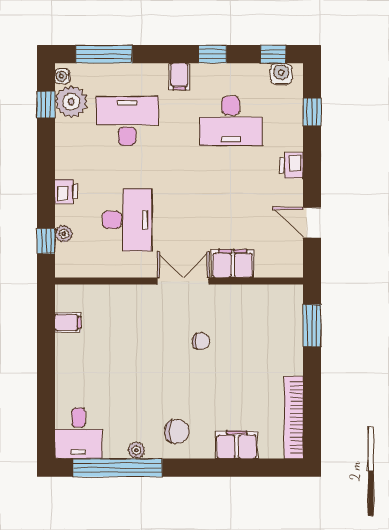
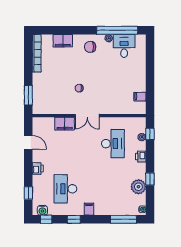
plant: (71, 102) -> (138, 187), moved
window: (46, 105) -> (150, 179), moved
desk: (127, 121) -> (113, 189), removed
desk: (231, 121) -> (65, 189), turned -90
desk: (127, 220) -> (113, 144), turned 180
desk: (79, 433) -> (124, 46), moved

